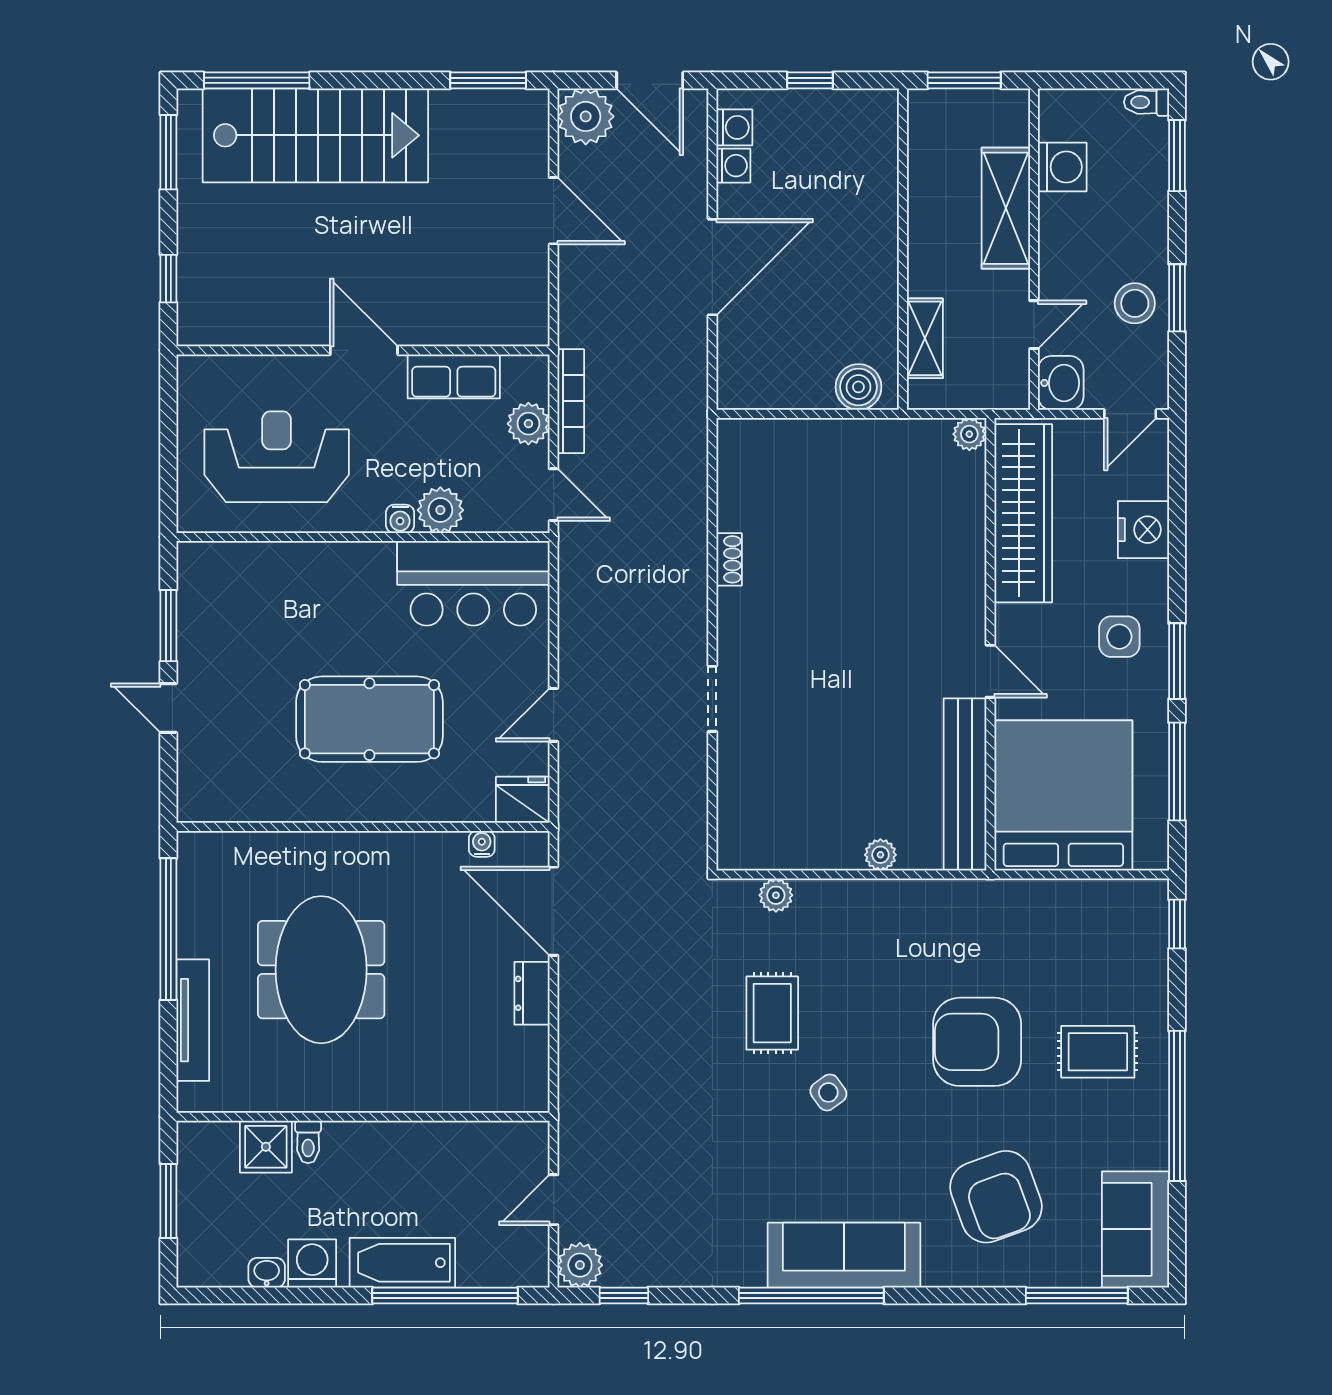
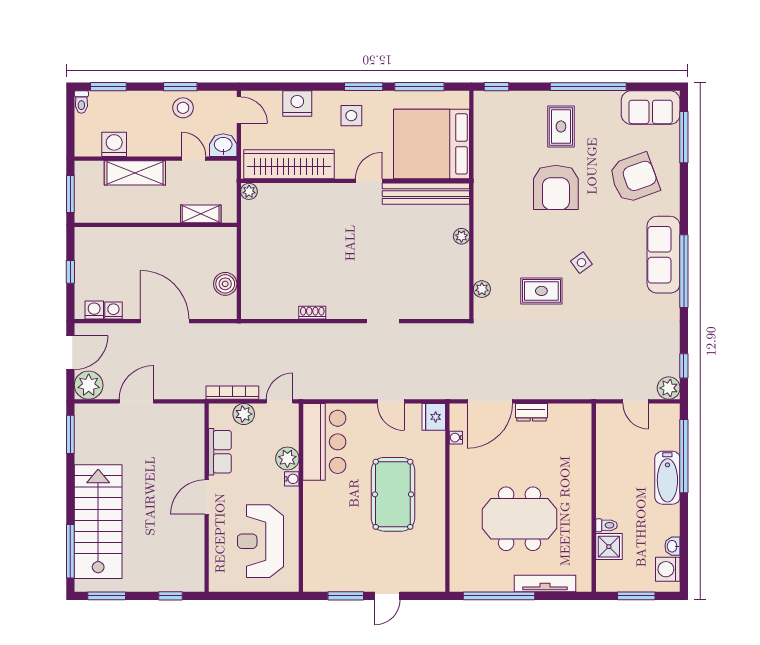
boiler: (858, 387) -> (225, 284), moved
washing machine: (312, 1263) -> (668, 569), moved

